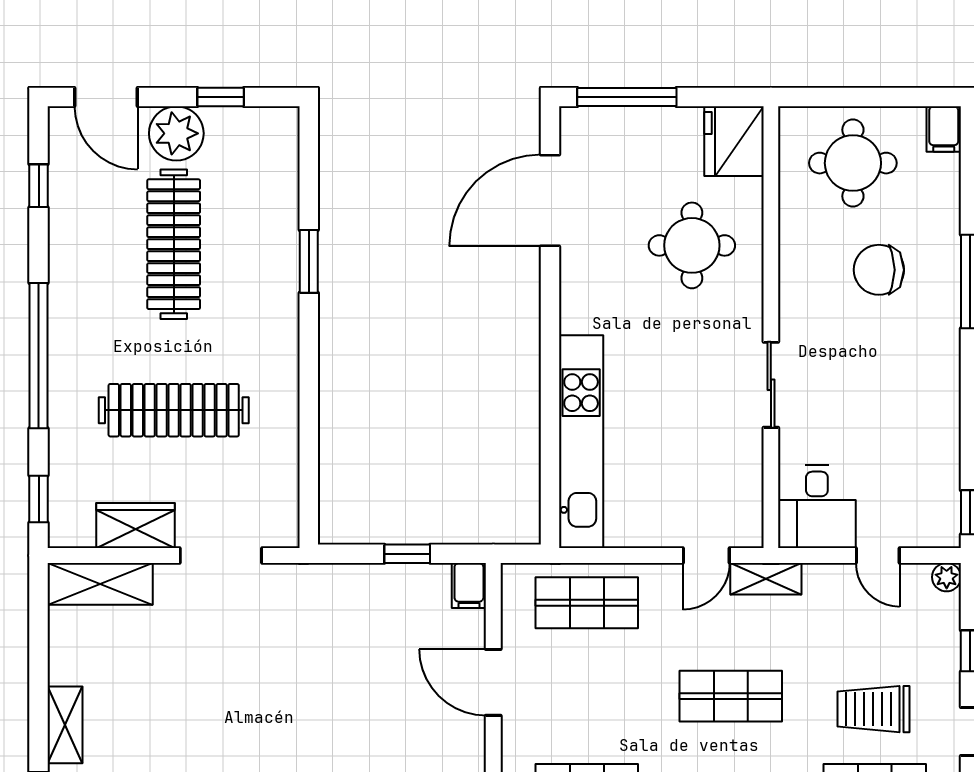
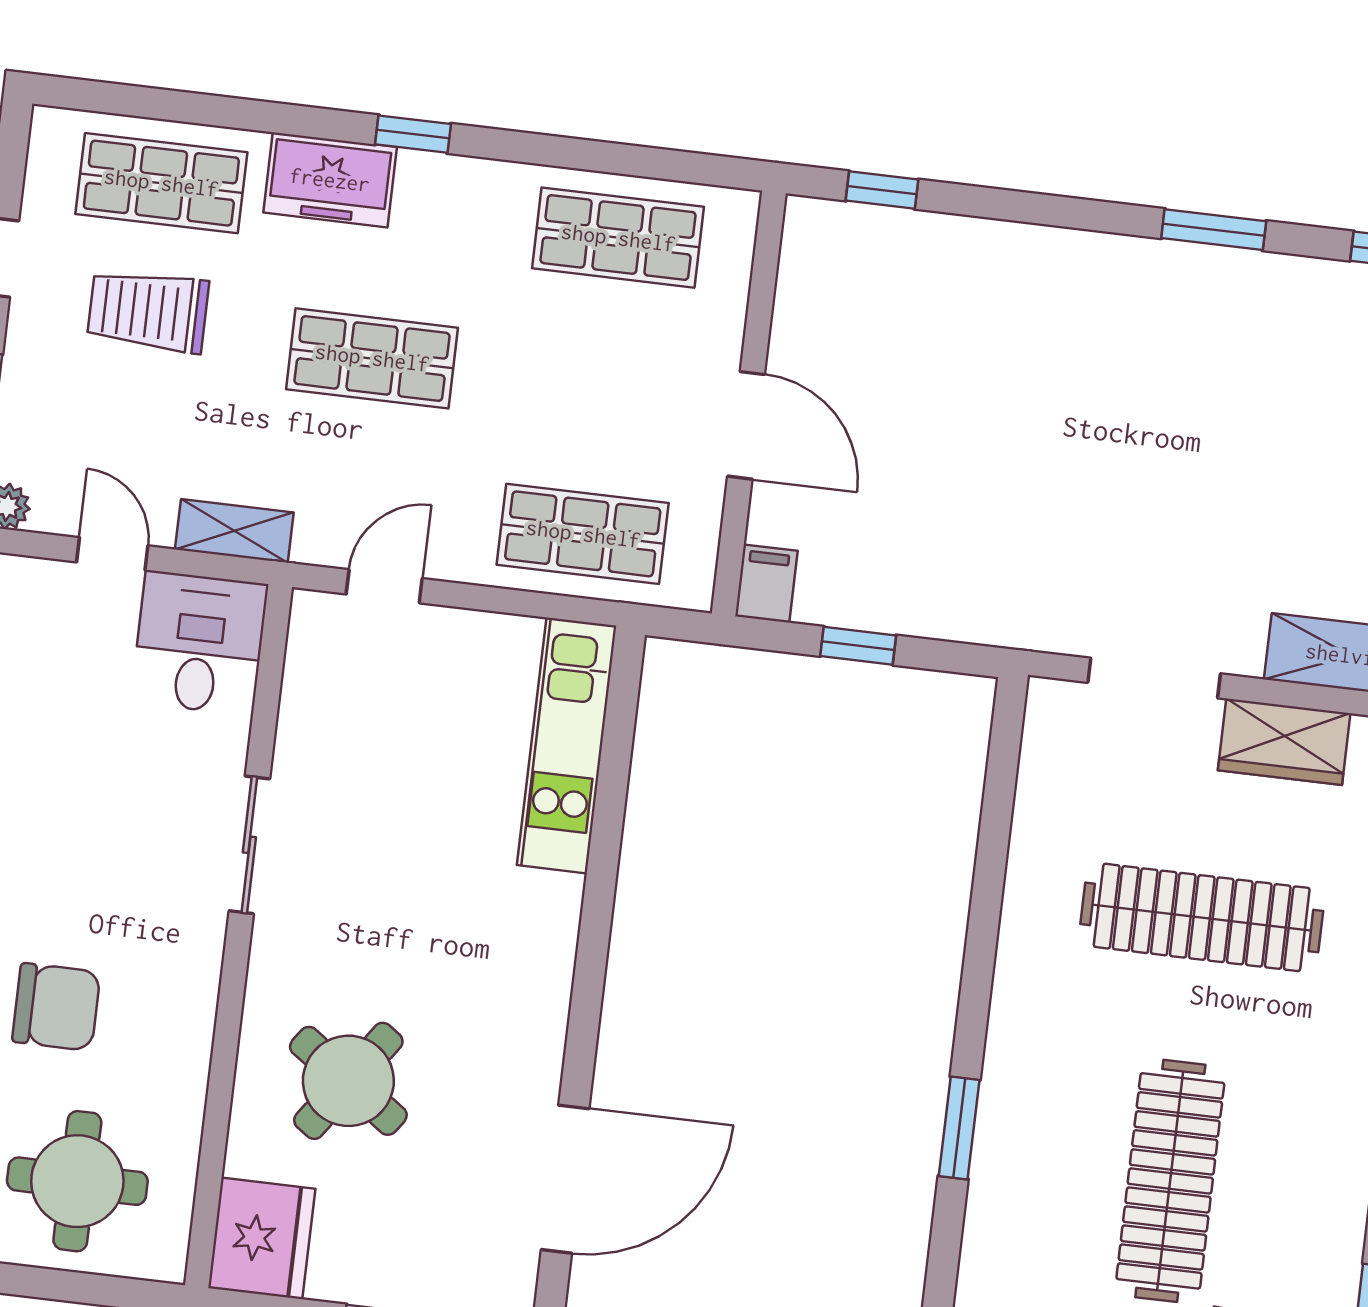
round table: (692, 245) -> (348, 1081), turned 35
kitchen unit: (581, 442) -> (567, 745), width x0.73
shelving: (766, 579) -> (234, 531), moved
trolley: (873, 709) -> (148, 311), turned 180

